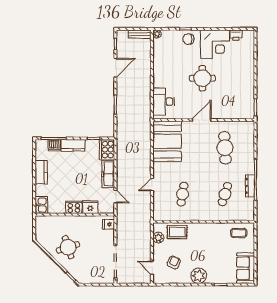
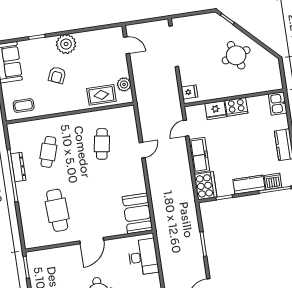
booth: (167, 141) -> (138, 213), width x0.73, depth x0.70
door: (115, 197) -> (186, 128), hinge flipped
armchair: (174, 262) -> (57, 75), moved

